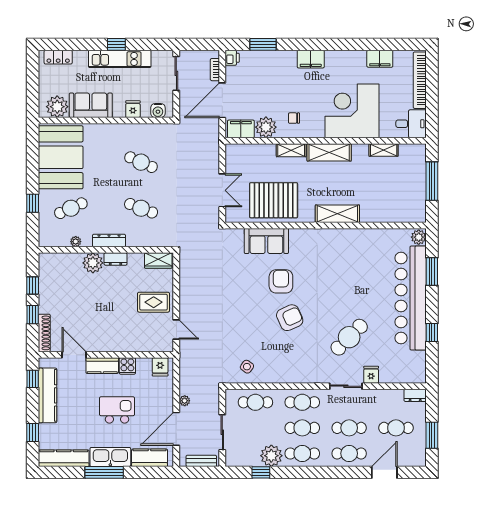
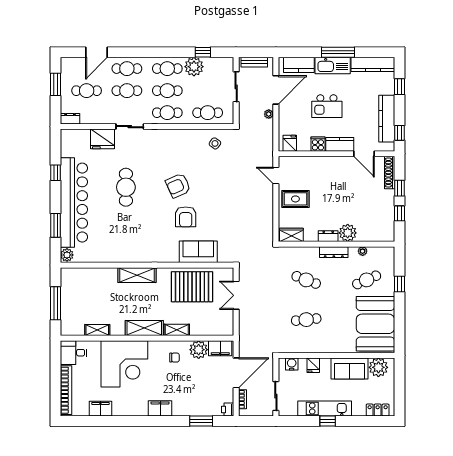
cafe table: (141, 162) -> (306, 320), turned -30
cafe table: (349, 337) -> (126, 187), moved, turned -45
fridge: (371, 375) -> (102, 139), width x1.88, depth x1.34

